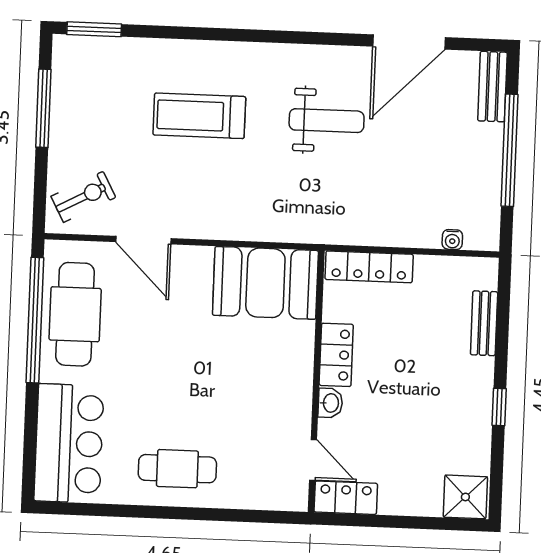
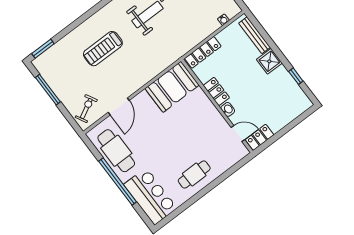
door: (143, 240) -> (119, 106), hinge flipped
window: (35, 320) -> (118, 181), moved
bench: (484, 323) -> (255, 35), width x1.36
window: (499, 407) -> (296, 76), moved
shower: (465, 497) -> (269, 61), moved

